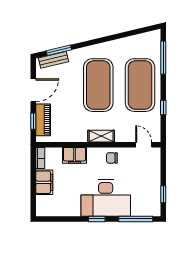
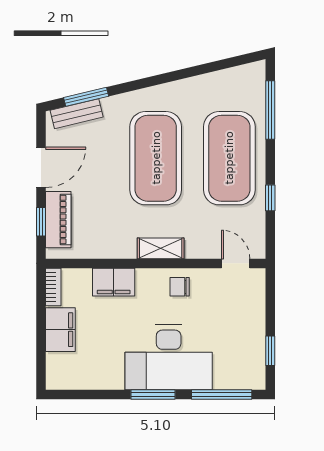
window: (97, 219) -> (153, 394), width x1.50

